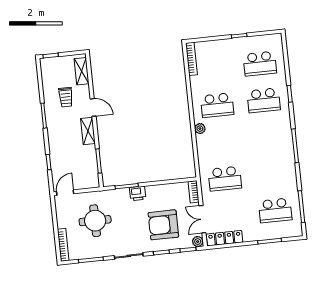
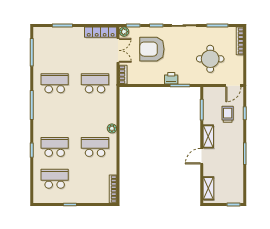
trolley: (66, 97) -> (228, 114), moved
door: (93, 107) -> (202, 156), hinge flipped
school desk: (275, 210) -> (55, 83), moved
armchair: (163, 225) -> (152, 49), turned 180

